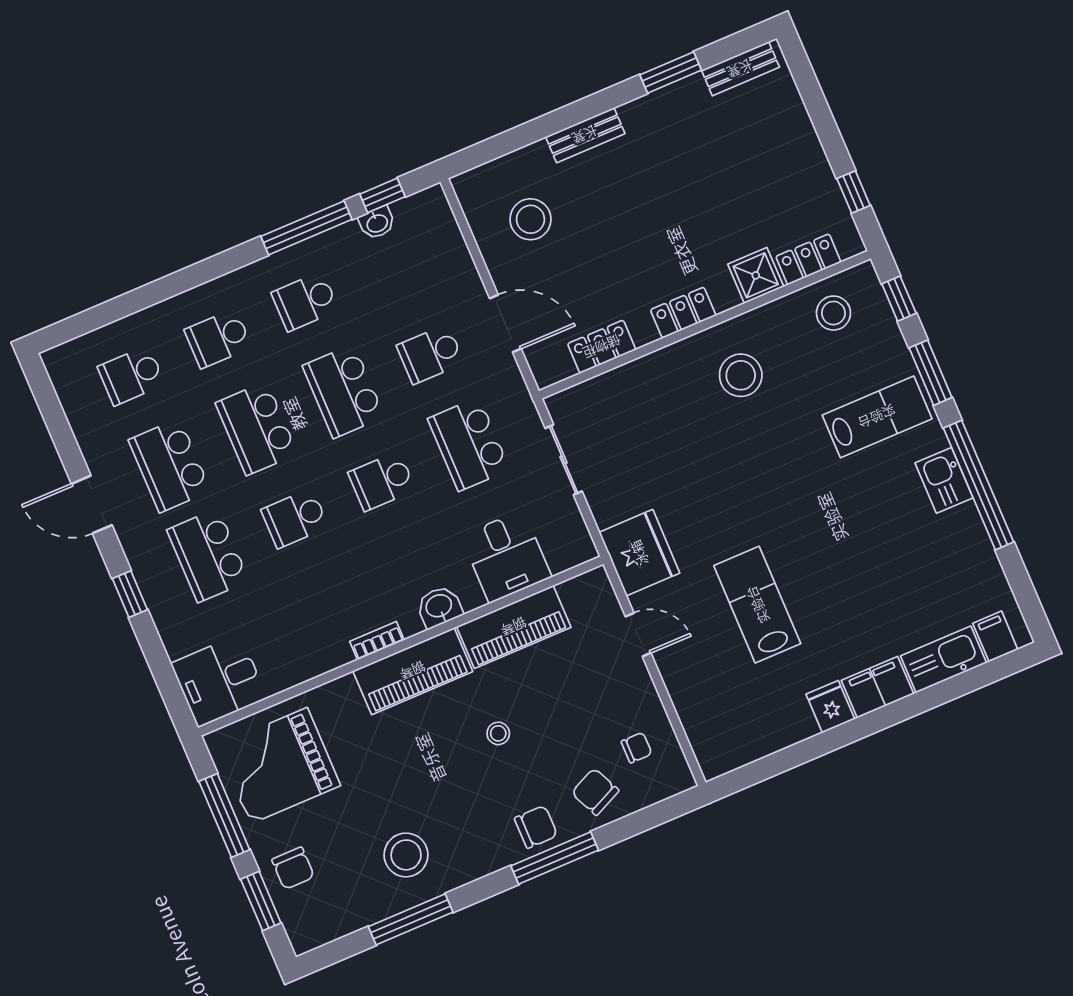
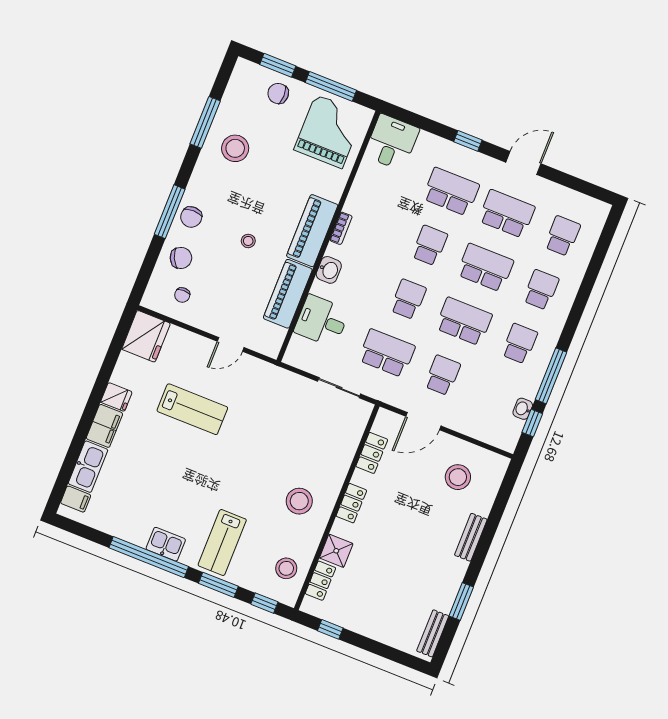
fridge: (639, 553) -> (146, 336), moved, turned -90

